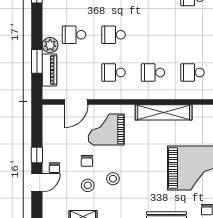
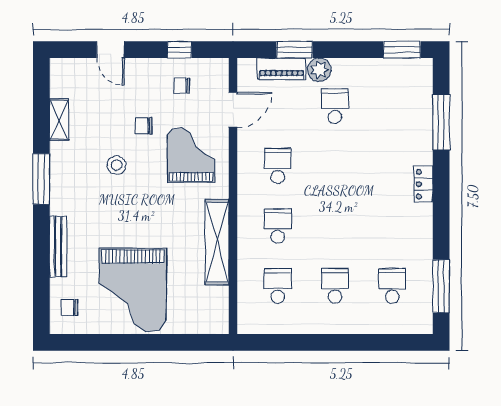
school desk: (114, 35) -> (335, 286), moved
door: (76, 102) -> (233, 110), swing flipped
window: (37, 155) -> (179, 50), moved
chair: (54, 168) -> (182, 86), moved
stool: (88, 185) -> (106, 127), removed

